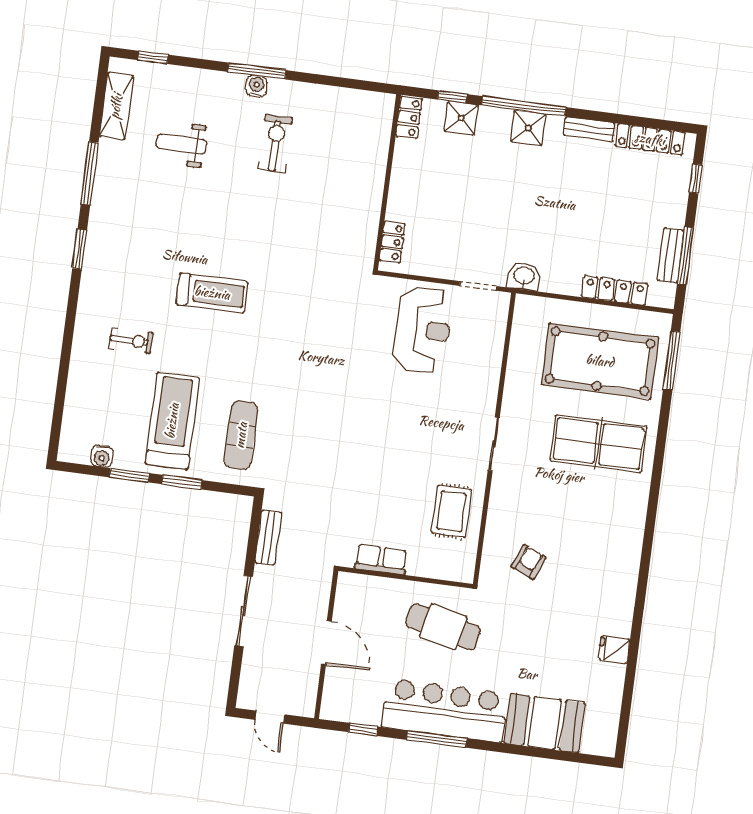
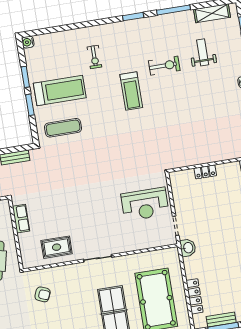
exercise bike: (275, 143) -> (164, 66), moved
locker: (392, 242) -> (205, 172), moved
water cooler: (102, 456) -> (28, 42), moved

